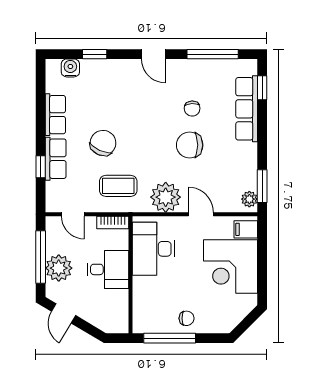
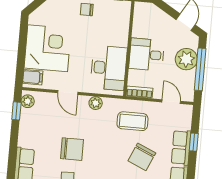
window: (262, 186) -> (16, 111), width x0.67
plant: (166, 197) -> (96, 103), width x0.53, depth x0.53

